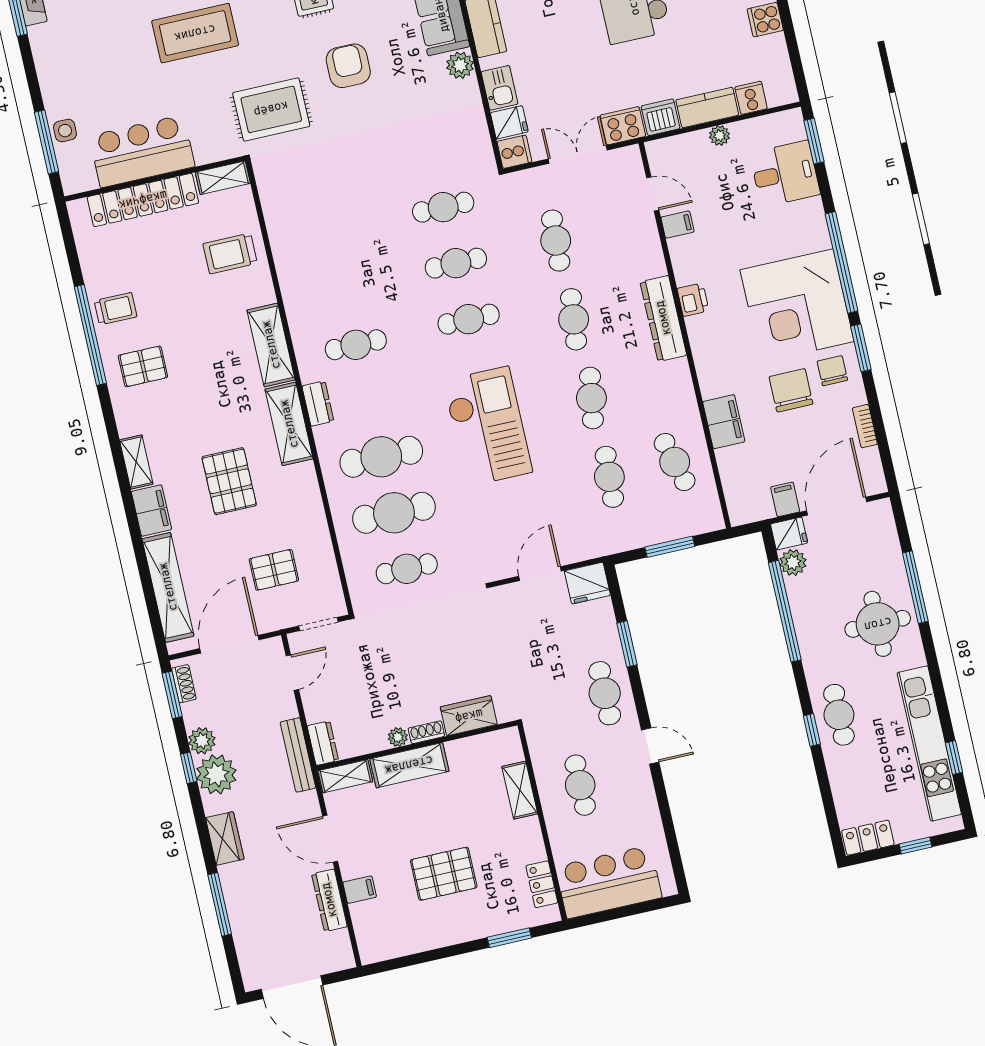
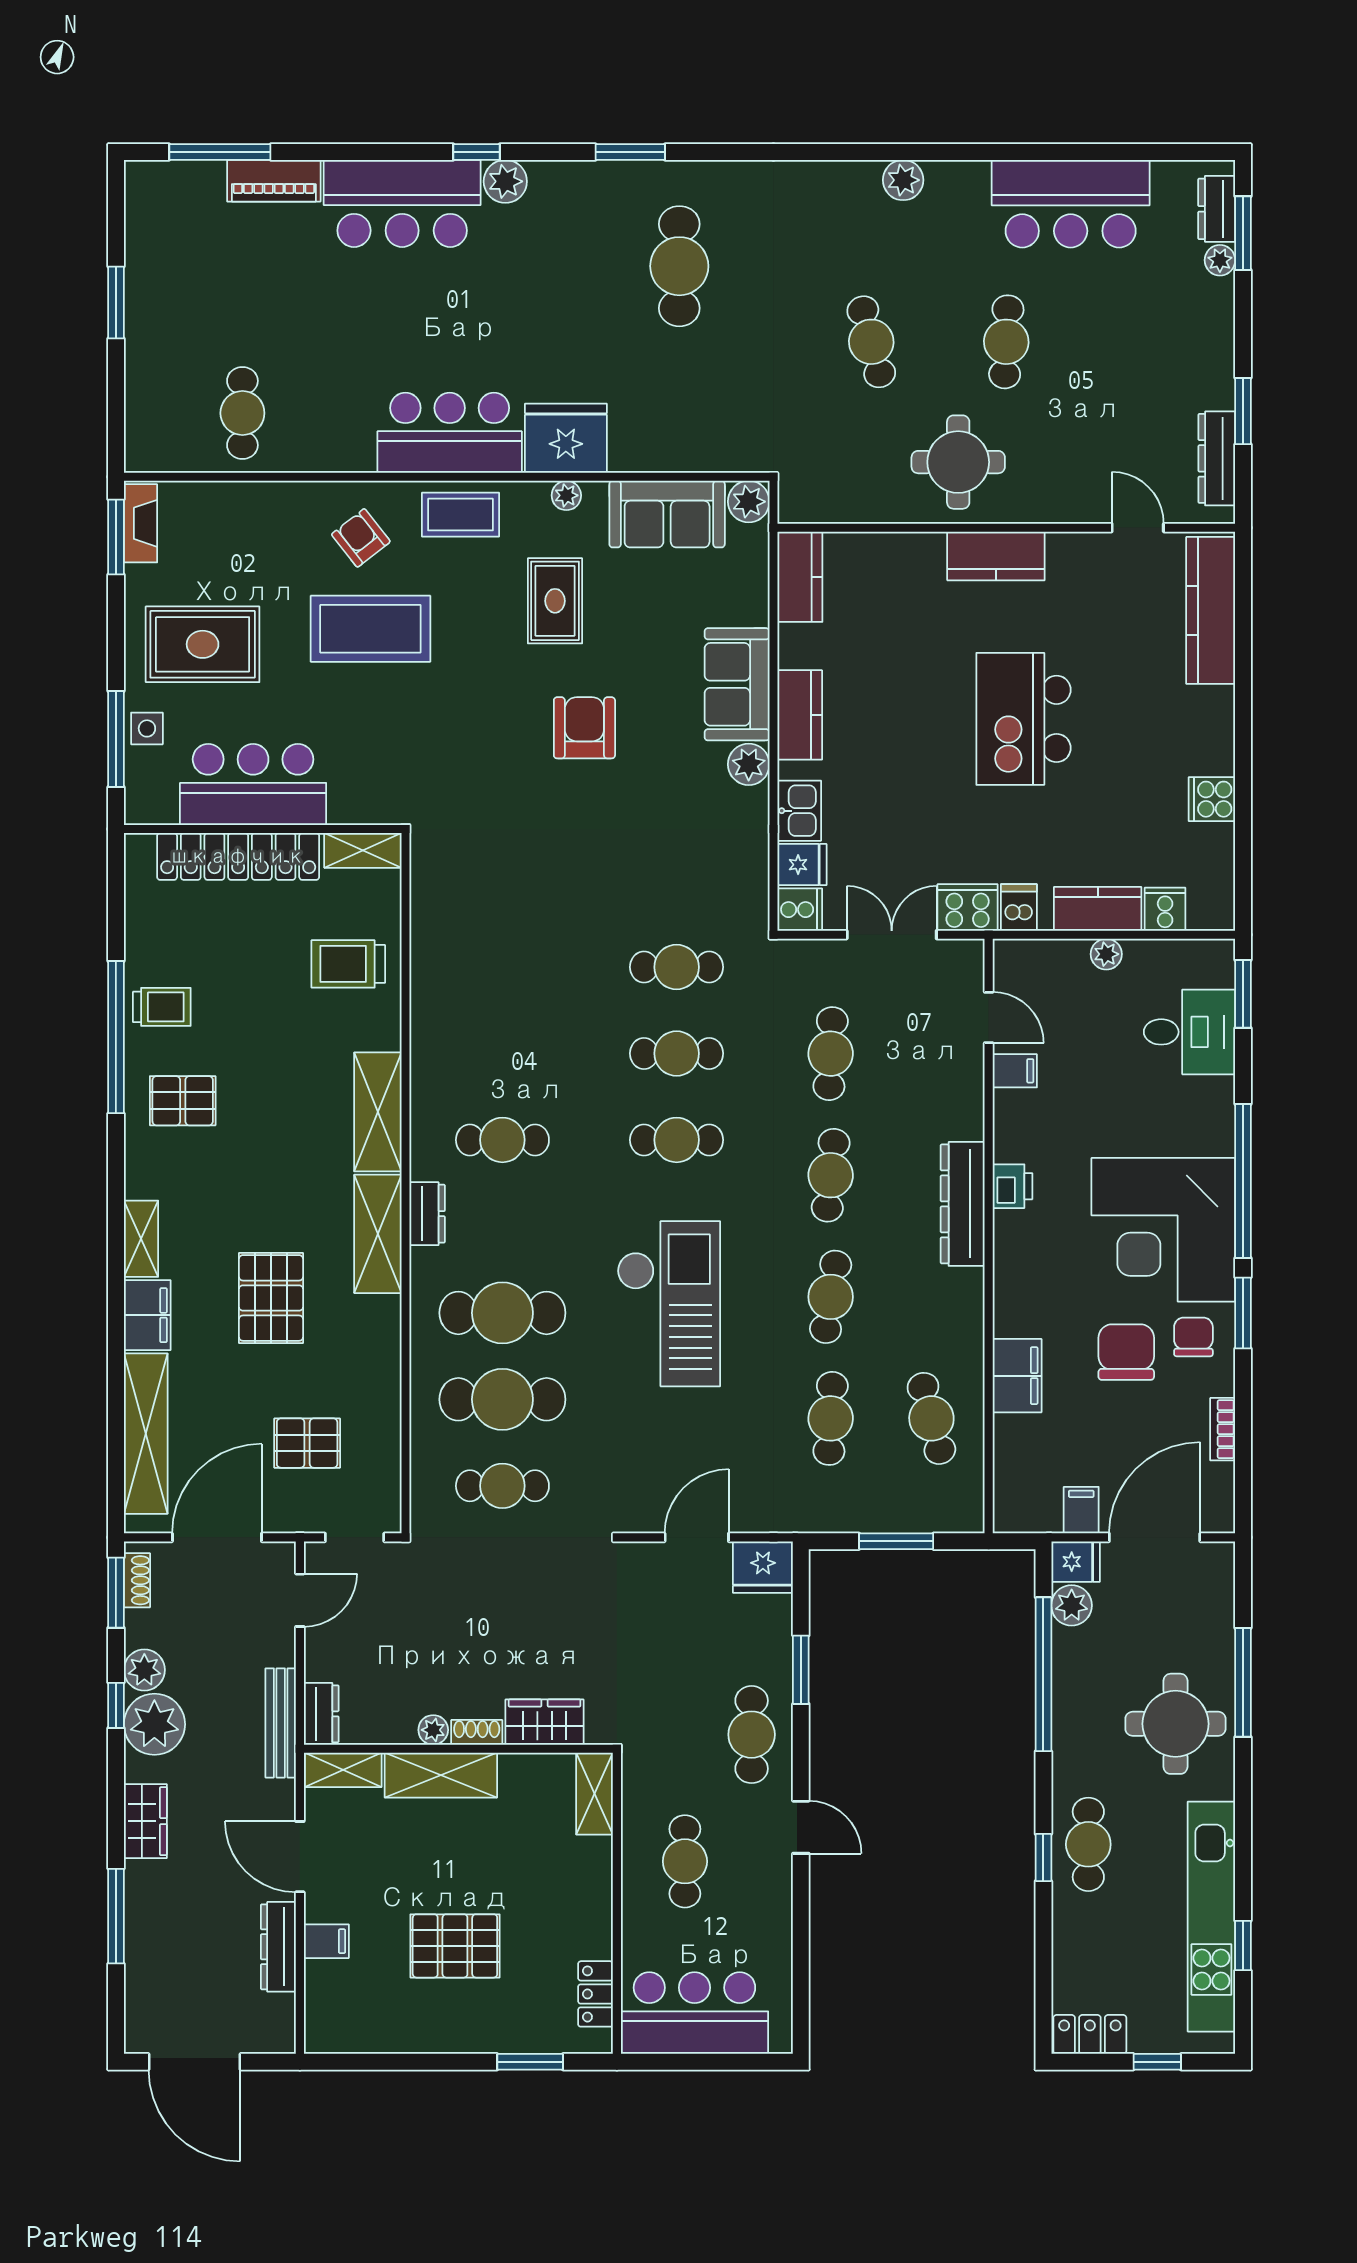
rug: (271, 109) -> (203, 644), moved
dishwasher: (661, 117) -> (1019, 907), width x0.73
shelving: (520, 790) -> (595, 1794), moved

